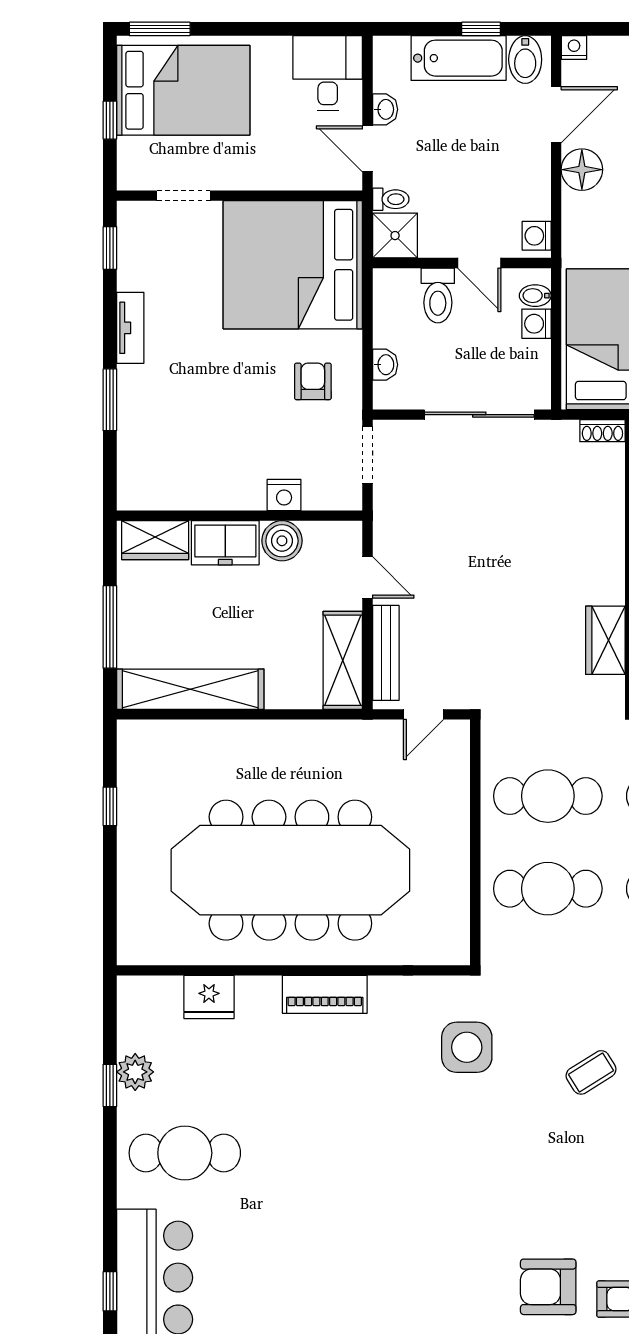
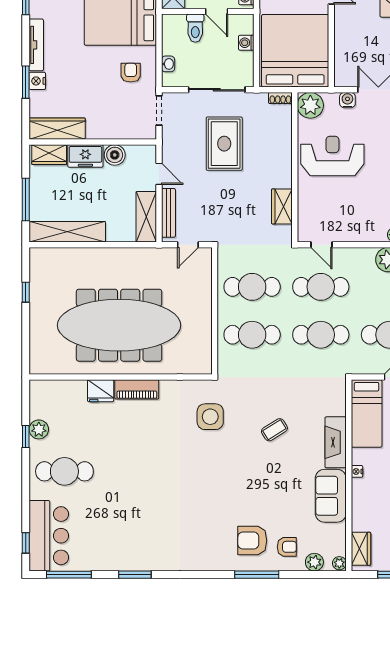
bidet: (535, 296) -> (246, 28), removed
tv unit: (130, 328) -> (36, 45), width x1.41
wardrobe: (171, 490) -> (57, 129), added
nightstand: (284, 495) -> (37, 81), moved, turned 90
rug: (494, 519) -> (224, 144), added
fridge: (209, 997) -> (101, 391), moved

